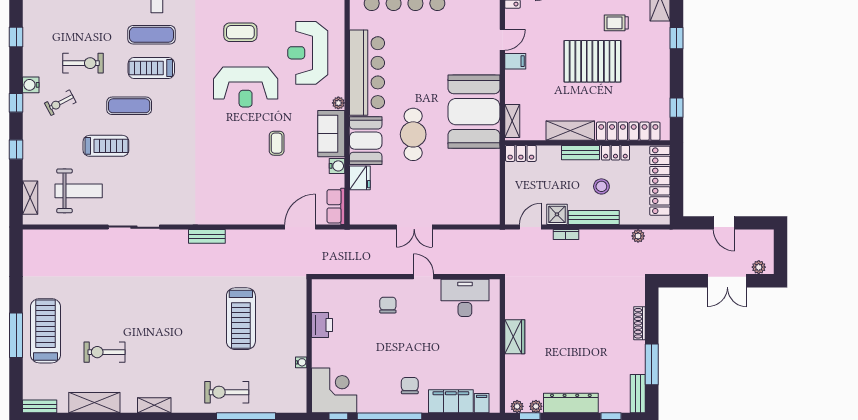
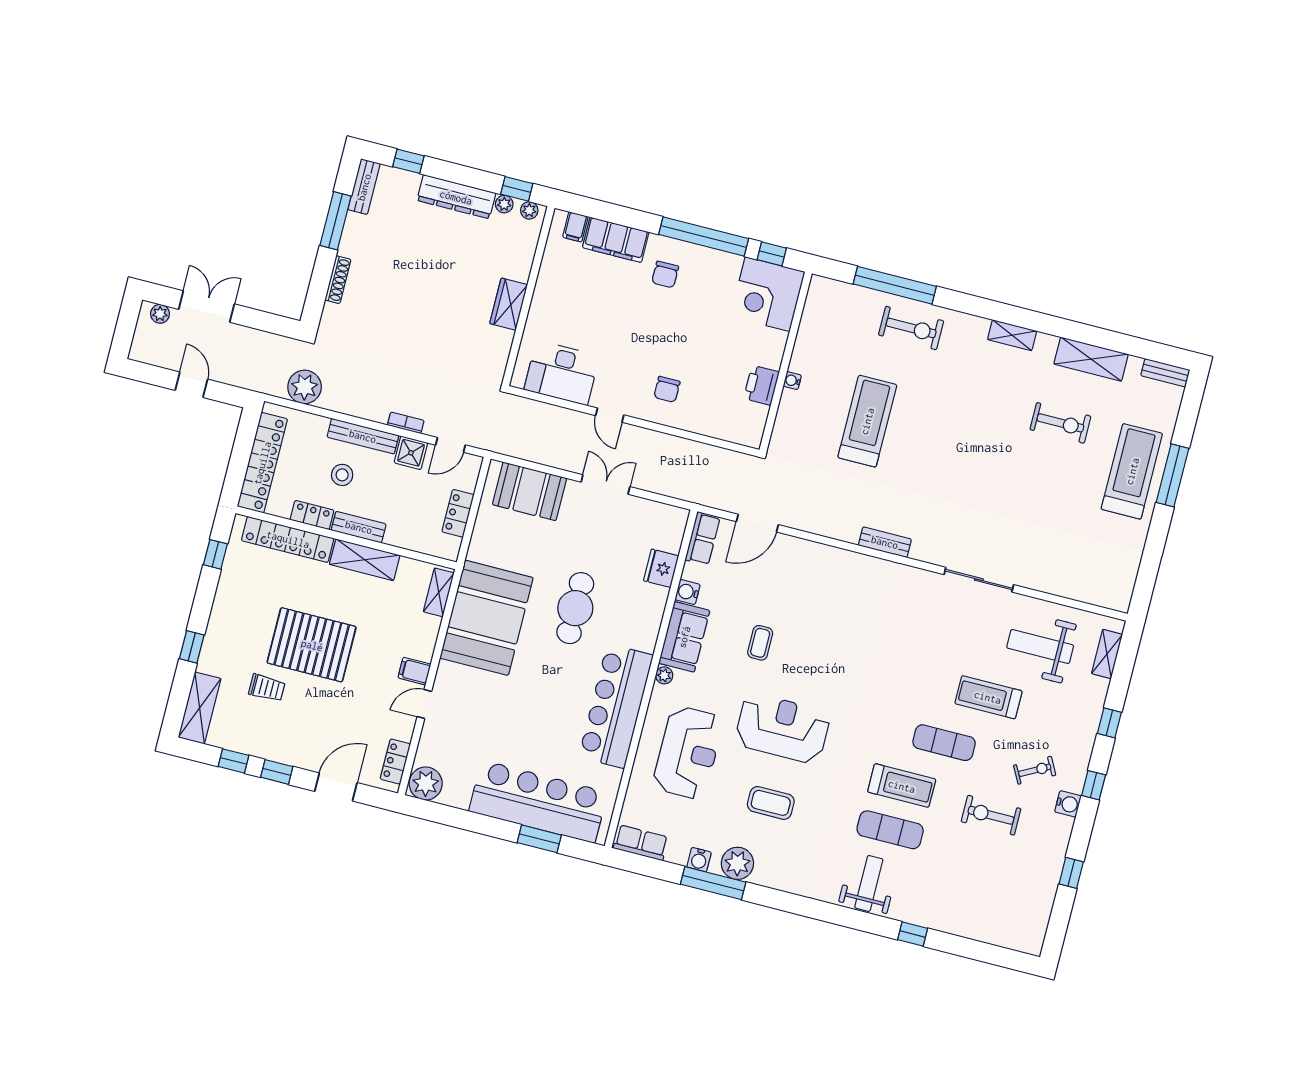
booth: (366, 141) -> (529, 491), moved, turned 90
locker: (521, 153) -> (458, 513), moved, turned -90
plant: (638, 236) -> (305, 387), width x1.87, depth x1.87
treadmill: (45, 331) -> (1132, 471), turned 180
water cooler: (301, 362) -> (792, 381), moved

